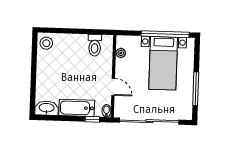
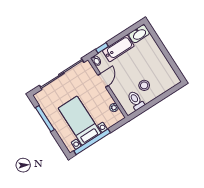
stool: (46, 43) -> (144, 85), moved
door: (113, 87) -> (103, 80), swing flipped

